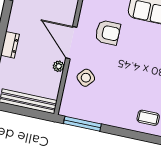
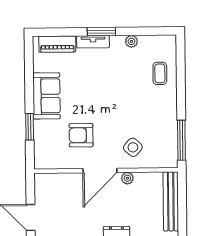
armchair: (108, 33) -> (81, 135), turned -90

